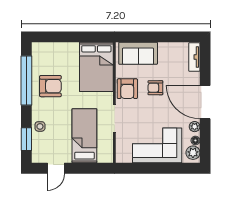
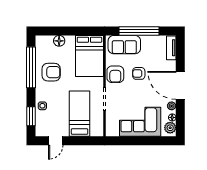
window: (156, 37) -> (139, 31), added
floor lamp: (60, 49) -> (59, 41), added

